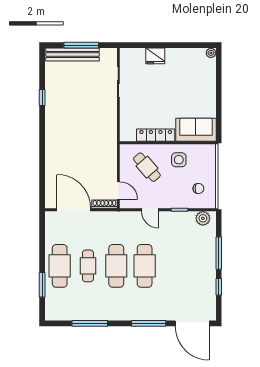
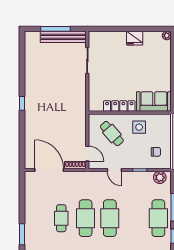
bench: (73, 54) -> (63, 37), moved
fridge: (155, 56) -> (135, 38), moved
window: (42, 97) -> (22, 103), moved
cafe table: (60, 266) -> (158, 218), moved

